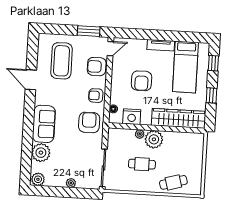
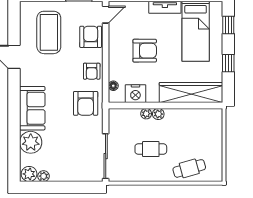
armchair: (97, 67) -> (91, 37), turned 90
armchair: (142, 81) -> (145, 51), turned -90
armchair: (96, 96) -> (92, 71), turned -90
armchair: (89, 122) -> (86, 103), turned 180
plant: (154, 139) -> (158, 114), width x0.53, depth x0.53
plant: (71, 183) -> (43, 176), moved

